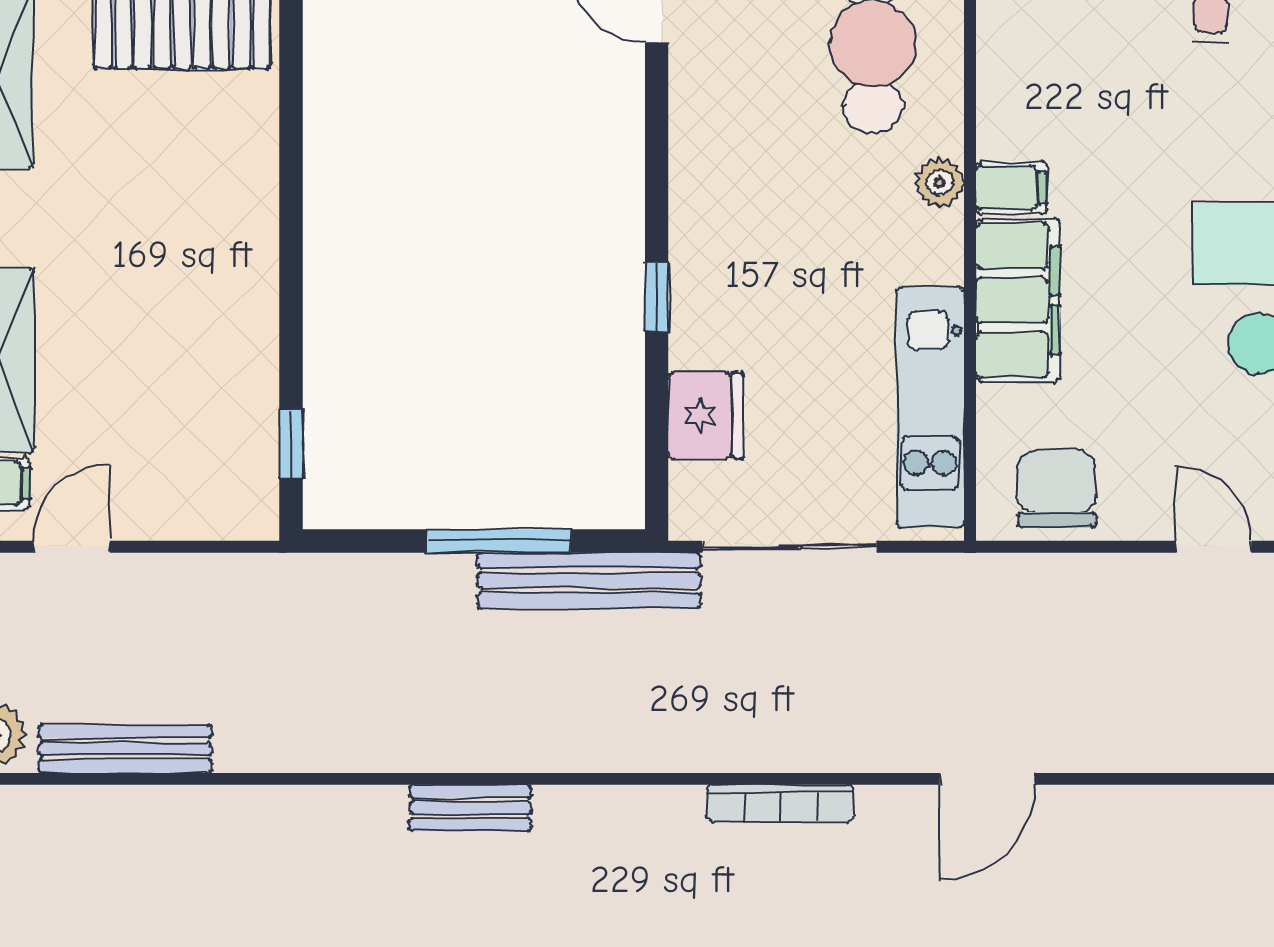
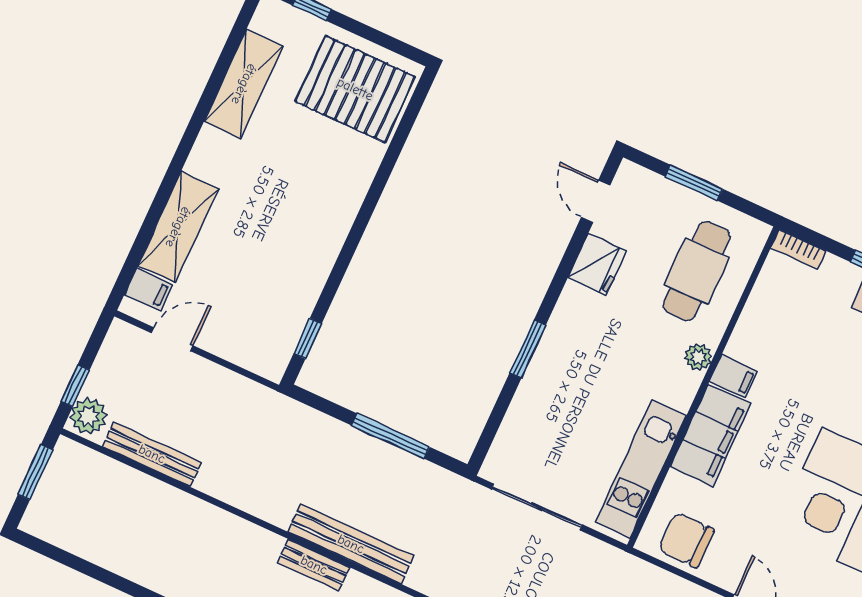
window: (657, 297) -> (528, 349), width x1.50
fridge: (706, 415) -> (597, 264), moved
chair: (1057, 489) -> (686, 540), turned -90
bench: (589, 580) -> (351, 544), moved

